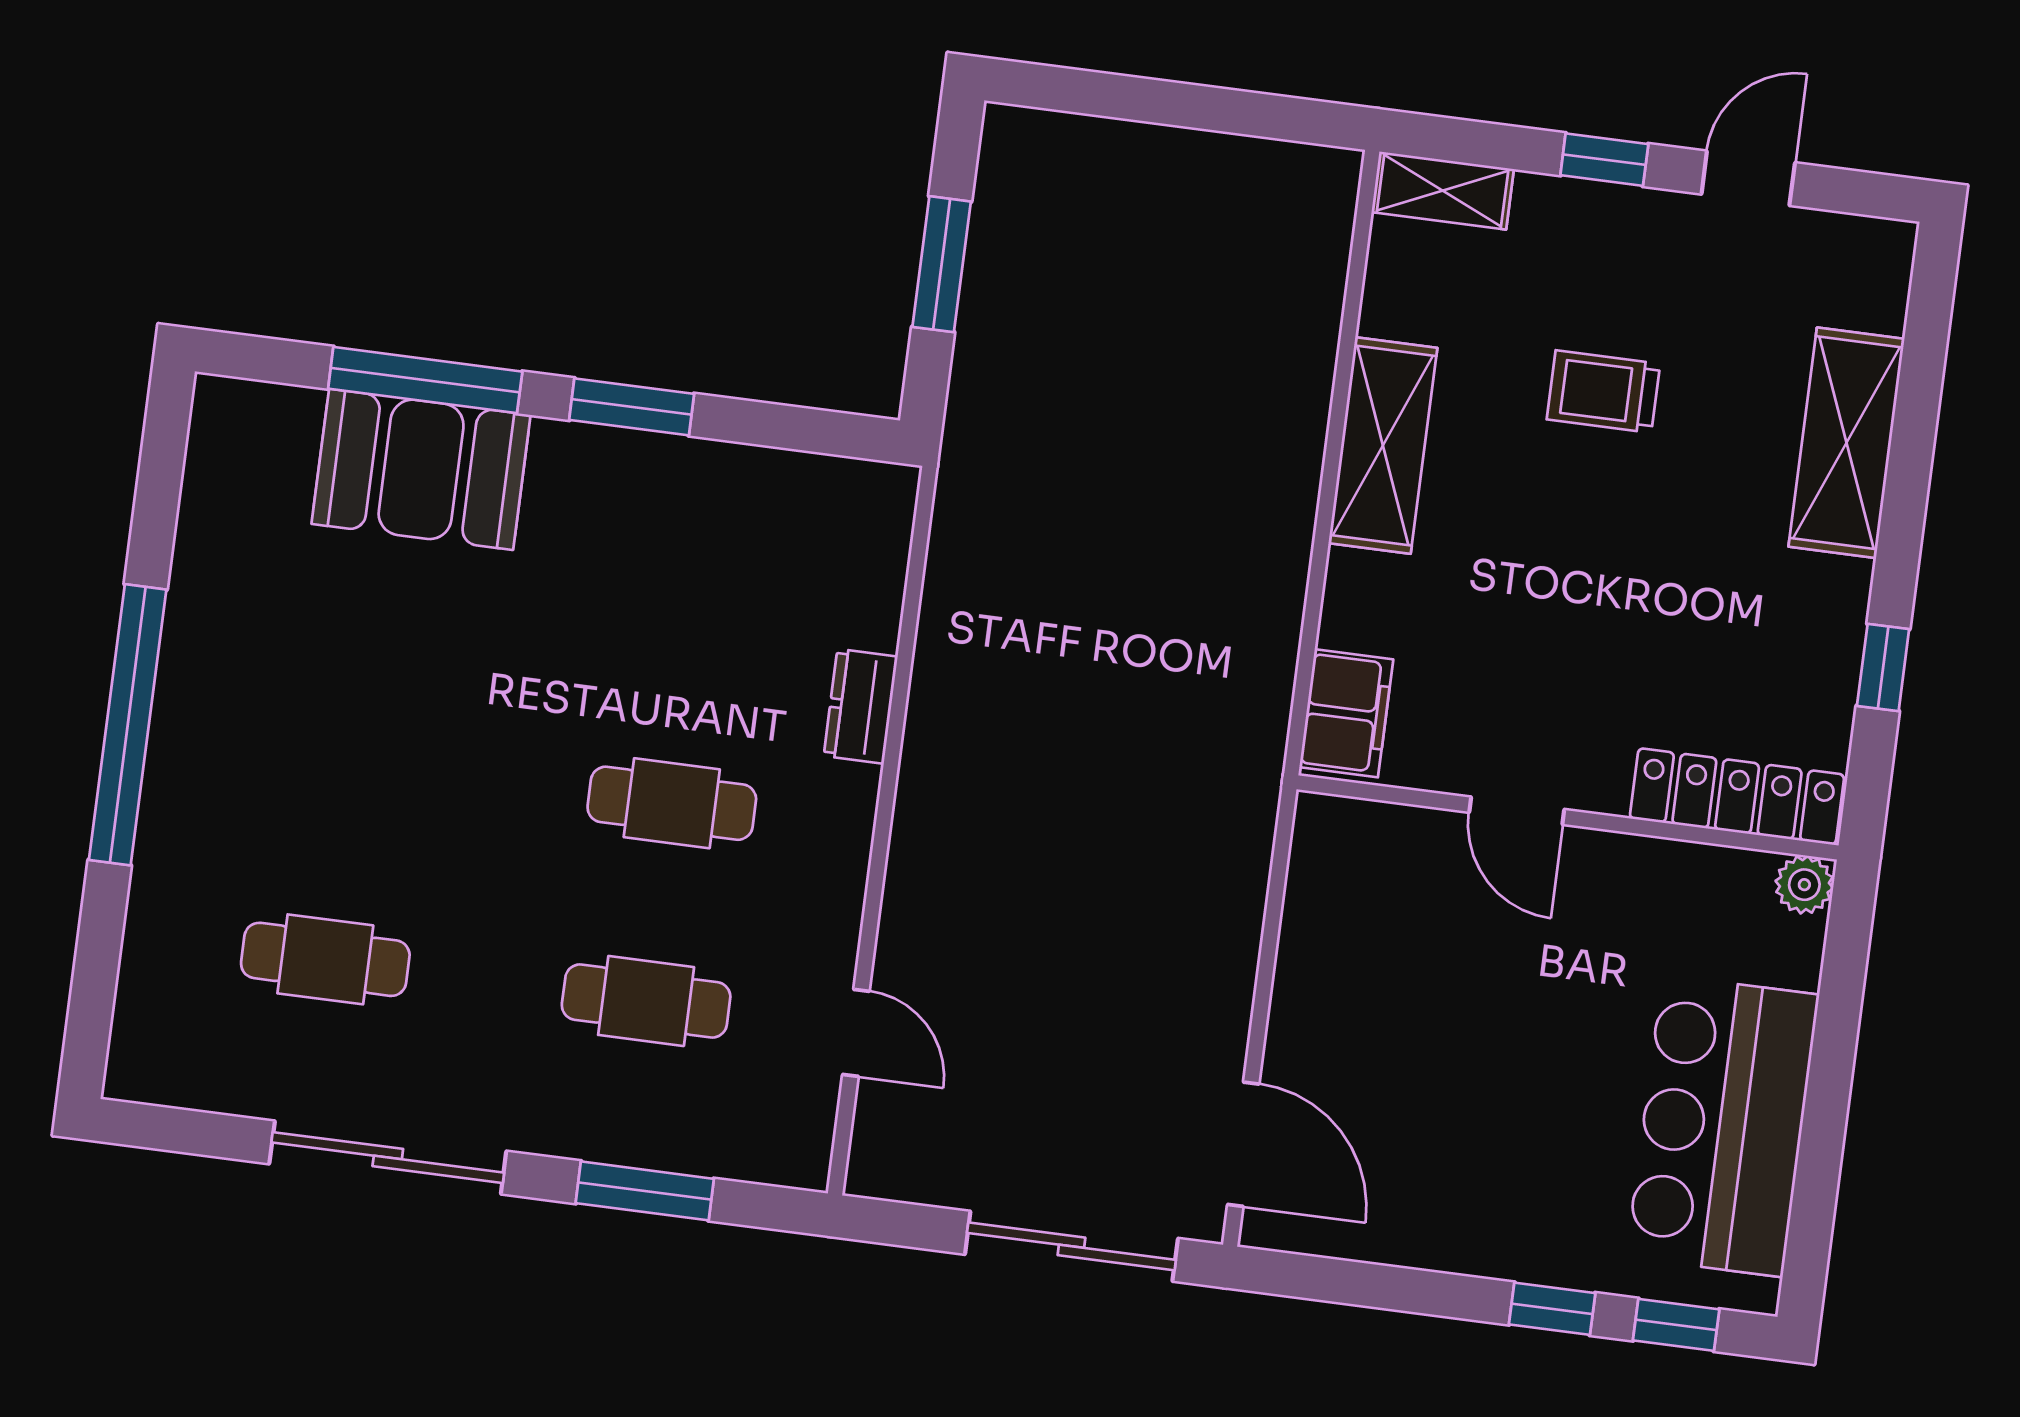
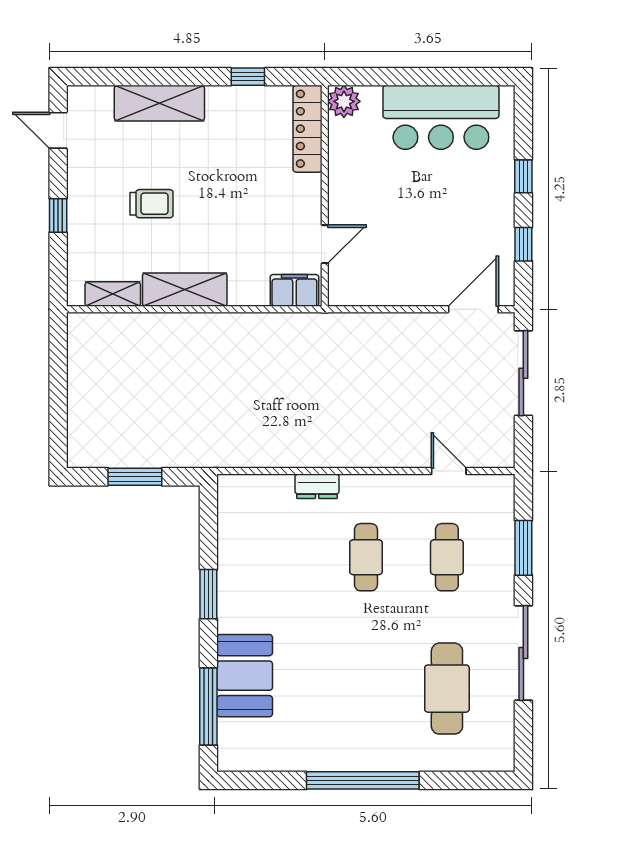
door: (1748, 178) -> (58, 130), moved
shelving: (1443, 191) -> (113, 294), moved, turned 90
window: (425, 380) -> (208, 706), moved
trolley: (1603, 392) -> (152, 204), turned -90
door: (1517, 811) -> (325, 244), moved
plant: (1804, 885) -> (344, 101), width x1.38, depth x1.38
cafe table: (325, 959) -> (447, 689), width x1.37, depth x1.35
door: (856, 1033) -> (449, 471), hinge flipped
window: (1676, 1325) -> (523, 244), moved

